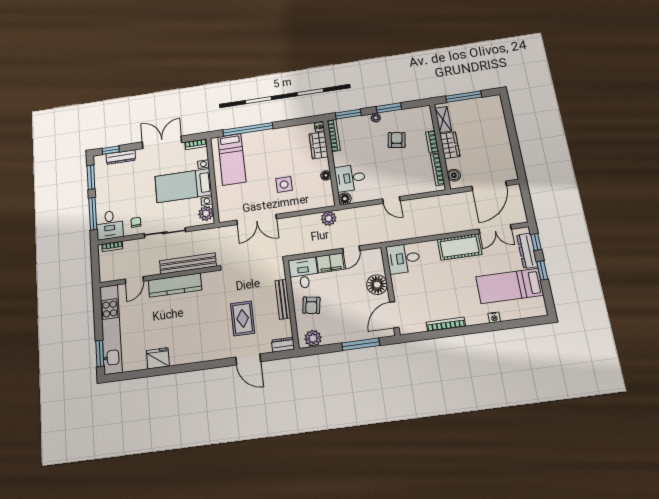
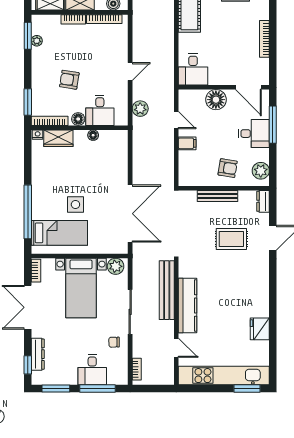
window: (389, 108) -> (28, 36), moved
plant: (376, 118) -> (37, 41), moved
armchair: (397, 140) -> (69, 80), moved
side table: (284, 184) -> (75, 205), moved
floor lamp: (345, 199) -> (78, 119), moved
plant: (329, 218) -> (140, 109), moved
double door: (257, 219) -> (130, 214), width x1.36
desk: (110, 225) -> (92, 370), moved, turned 90
filing cabinet: (330, 263) -> (187, 143), width x0.50
desk: (303, 273) -> (254, 134), moved, turned 180

